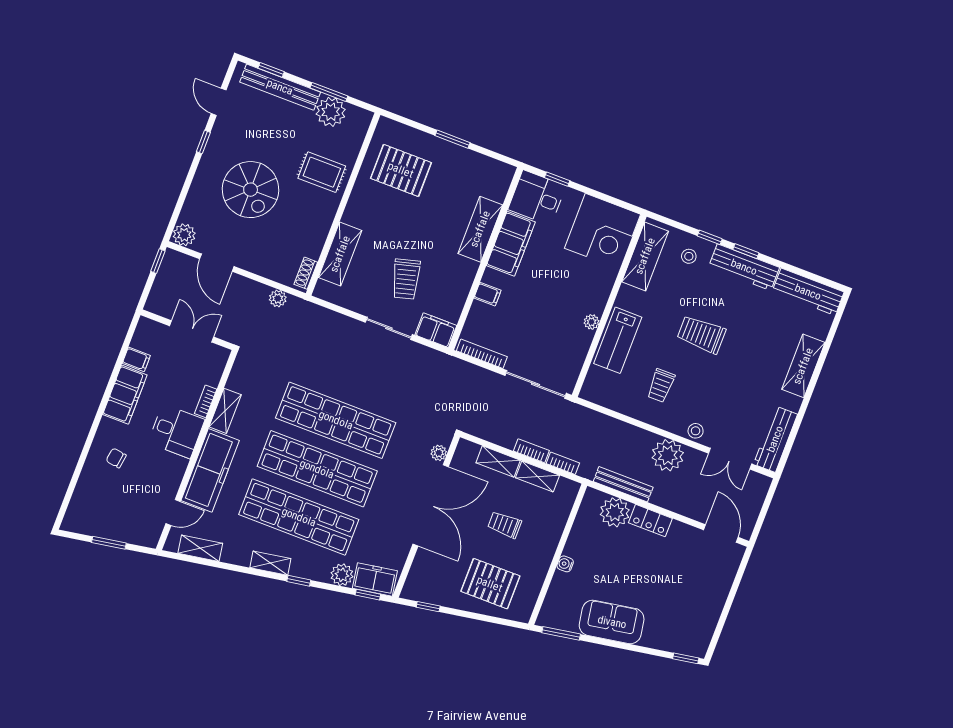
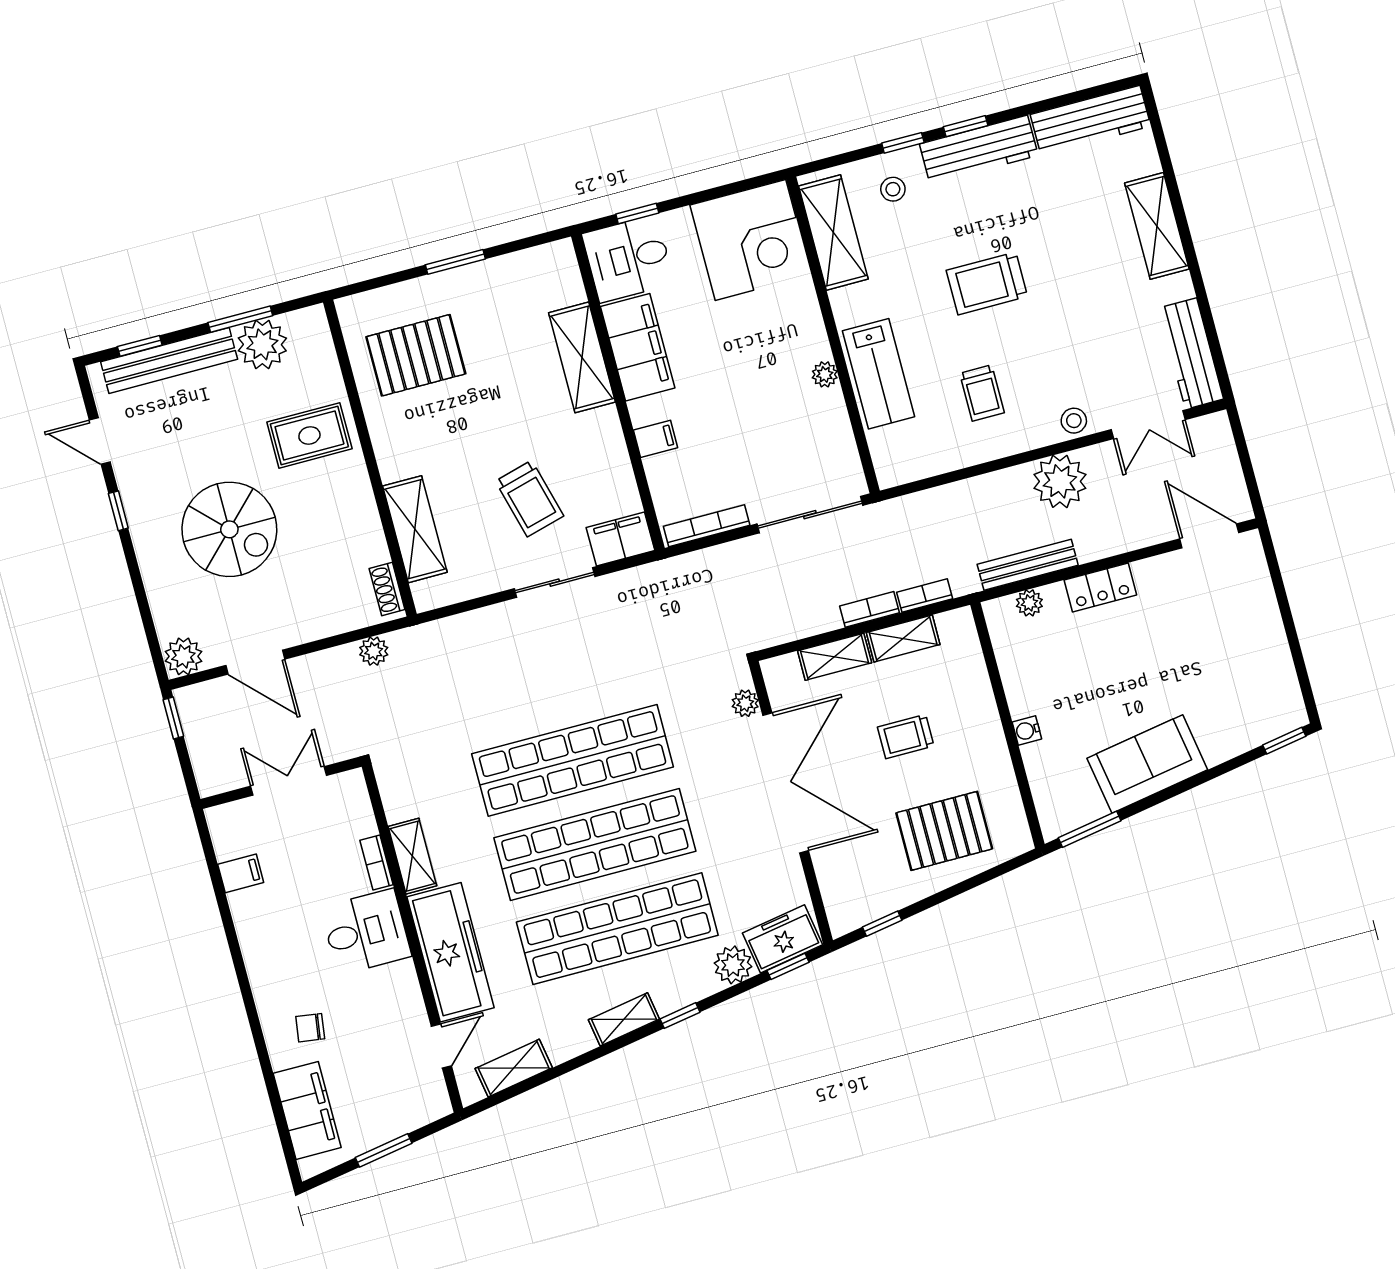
filing cabinet: (125, 395) -> (307, 1110), moved
plant: (615, 512) -> (1029, 603), width x0.53, depth x0.53

